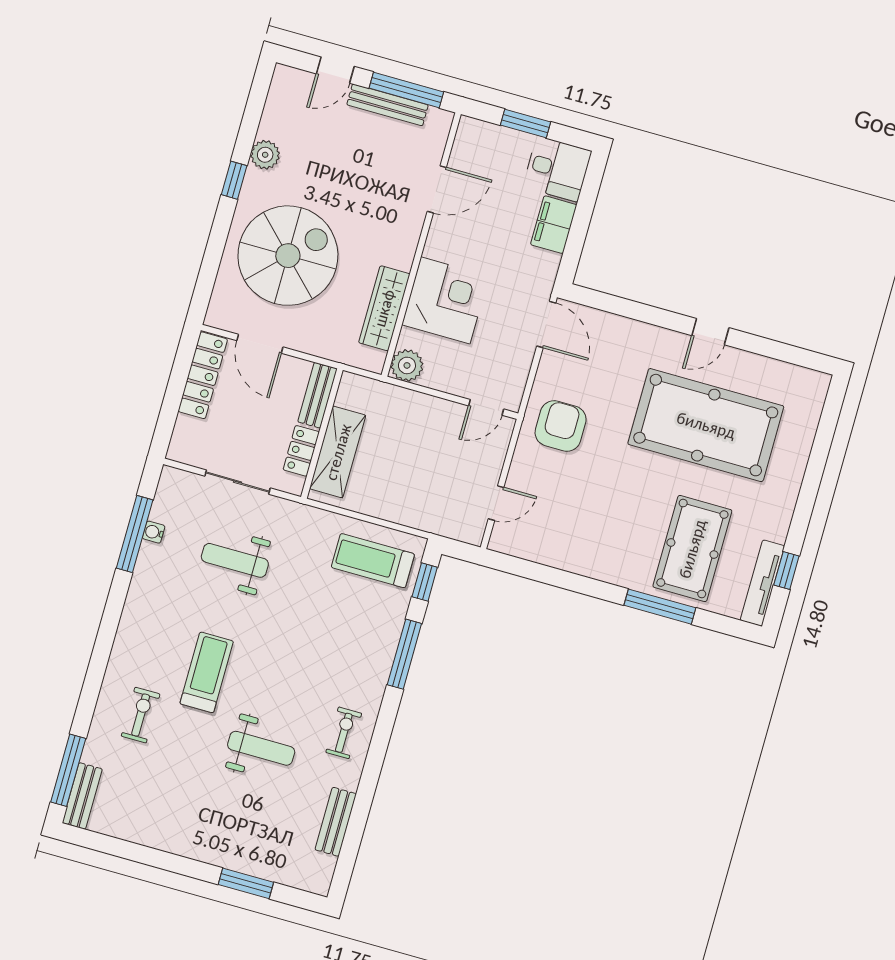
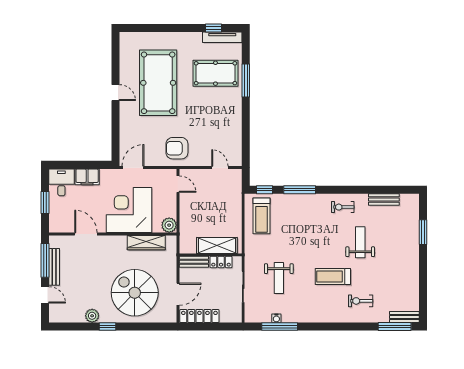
corner desk: (445, 300) -> (129, 210), width x1.36, depth x1.36

